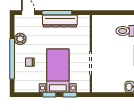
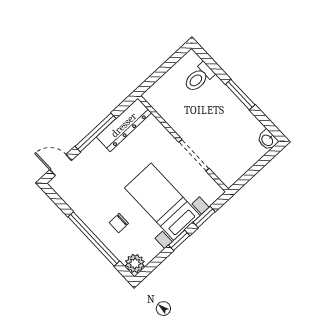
dresser: (60, 21) -> (124, 125), moved
plant: (20, 39) -> (135, 263), moved

